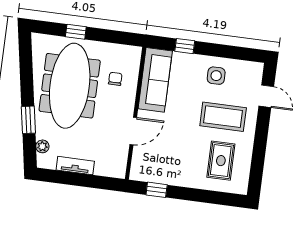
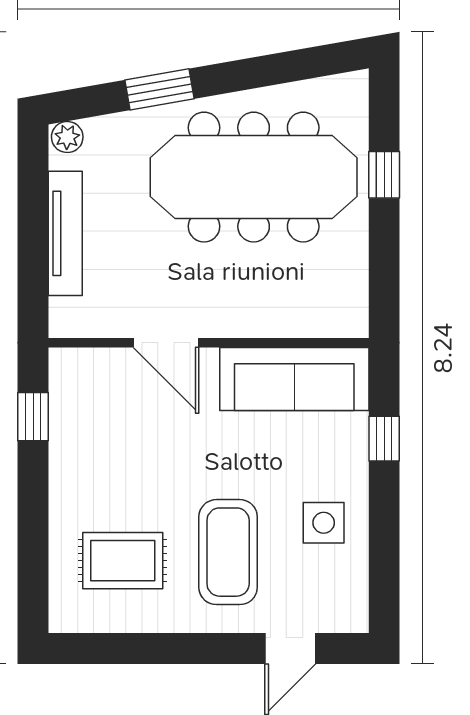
chair: (115, 79) -> (284, 283), removed
plant: (42, 146) -> (67, 137), moved
tv unit: (75, 166) -> (65, 233), width x1.41

